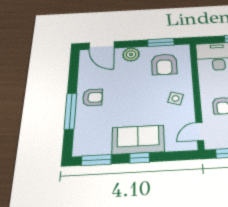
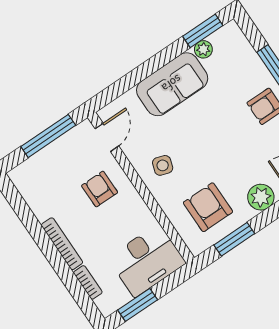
plant: (104, 149) -> (203, 49), added
window: (140, 158) -> (156, 63), removed

